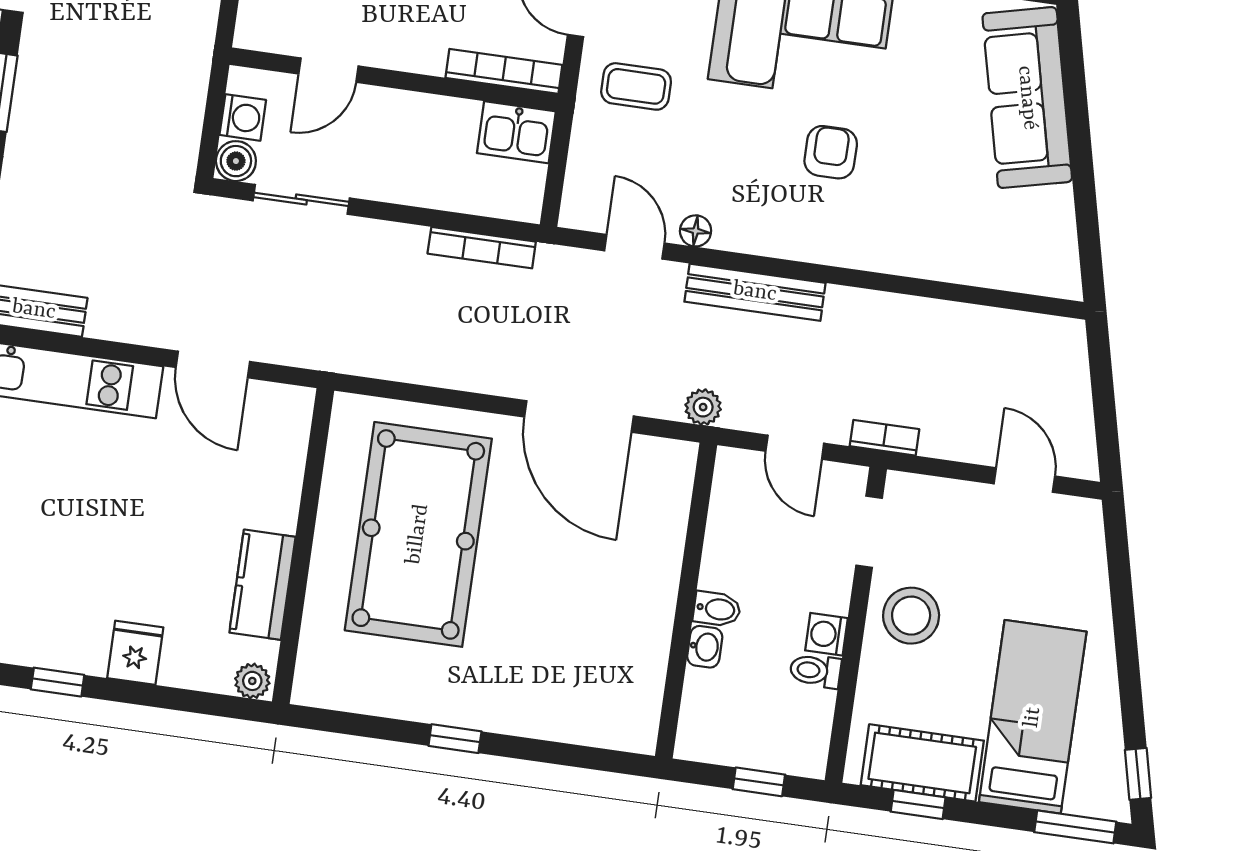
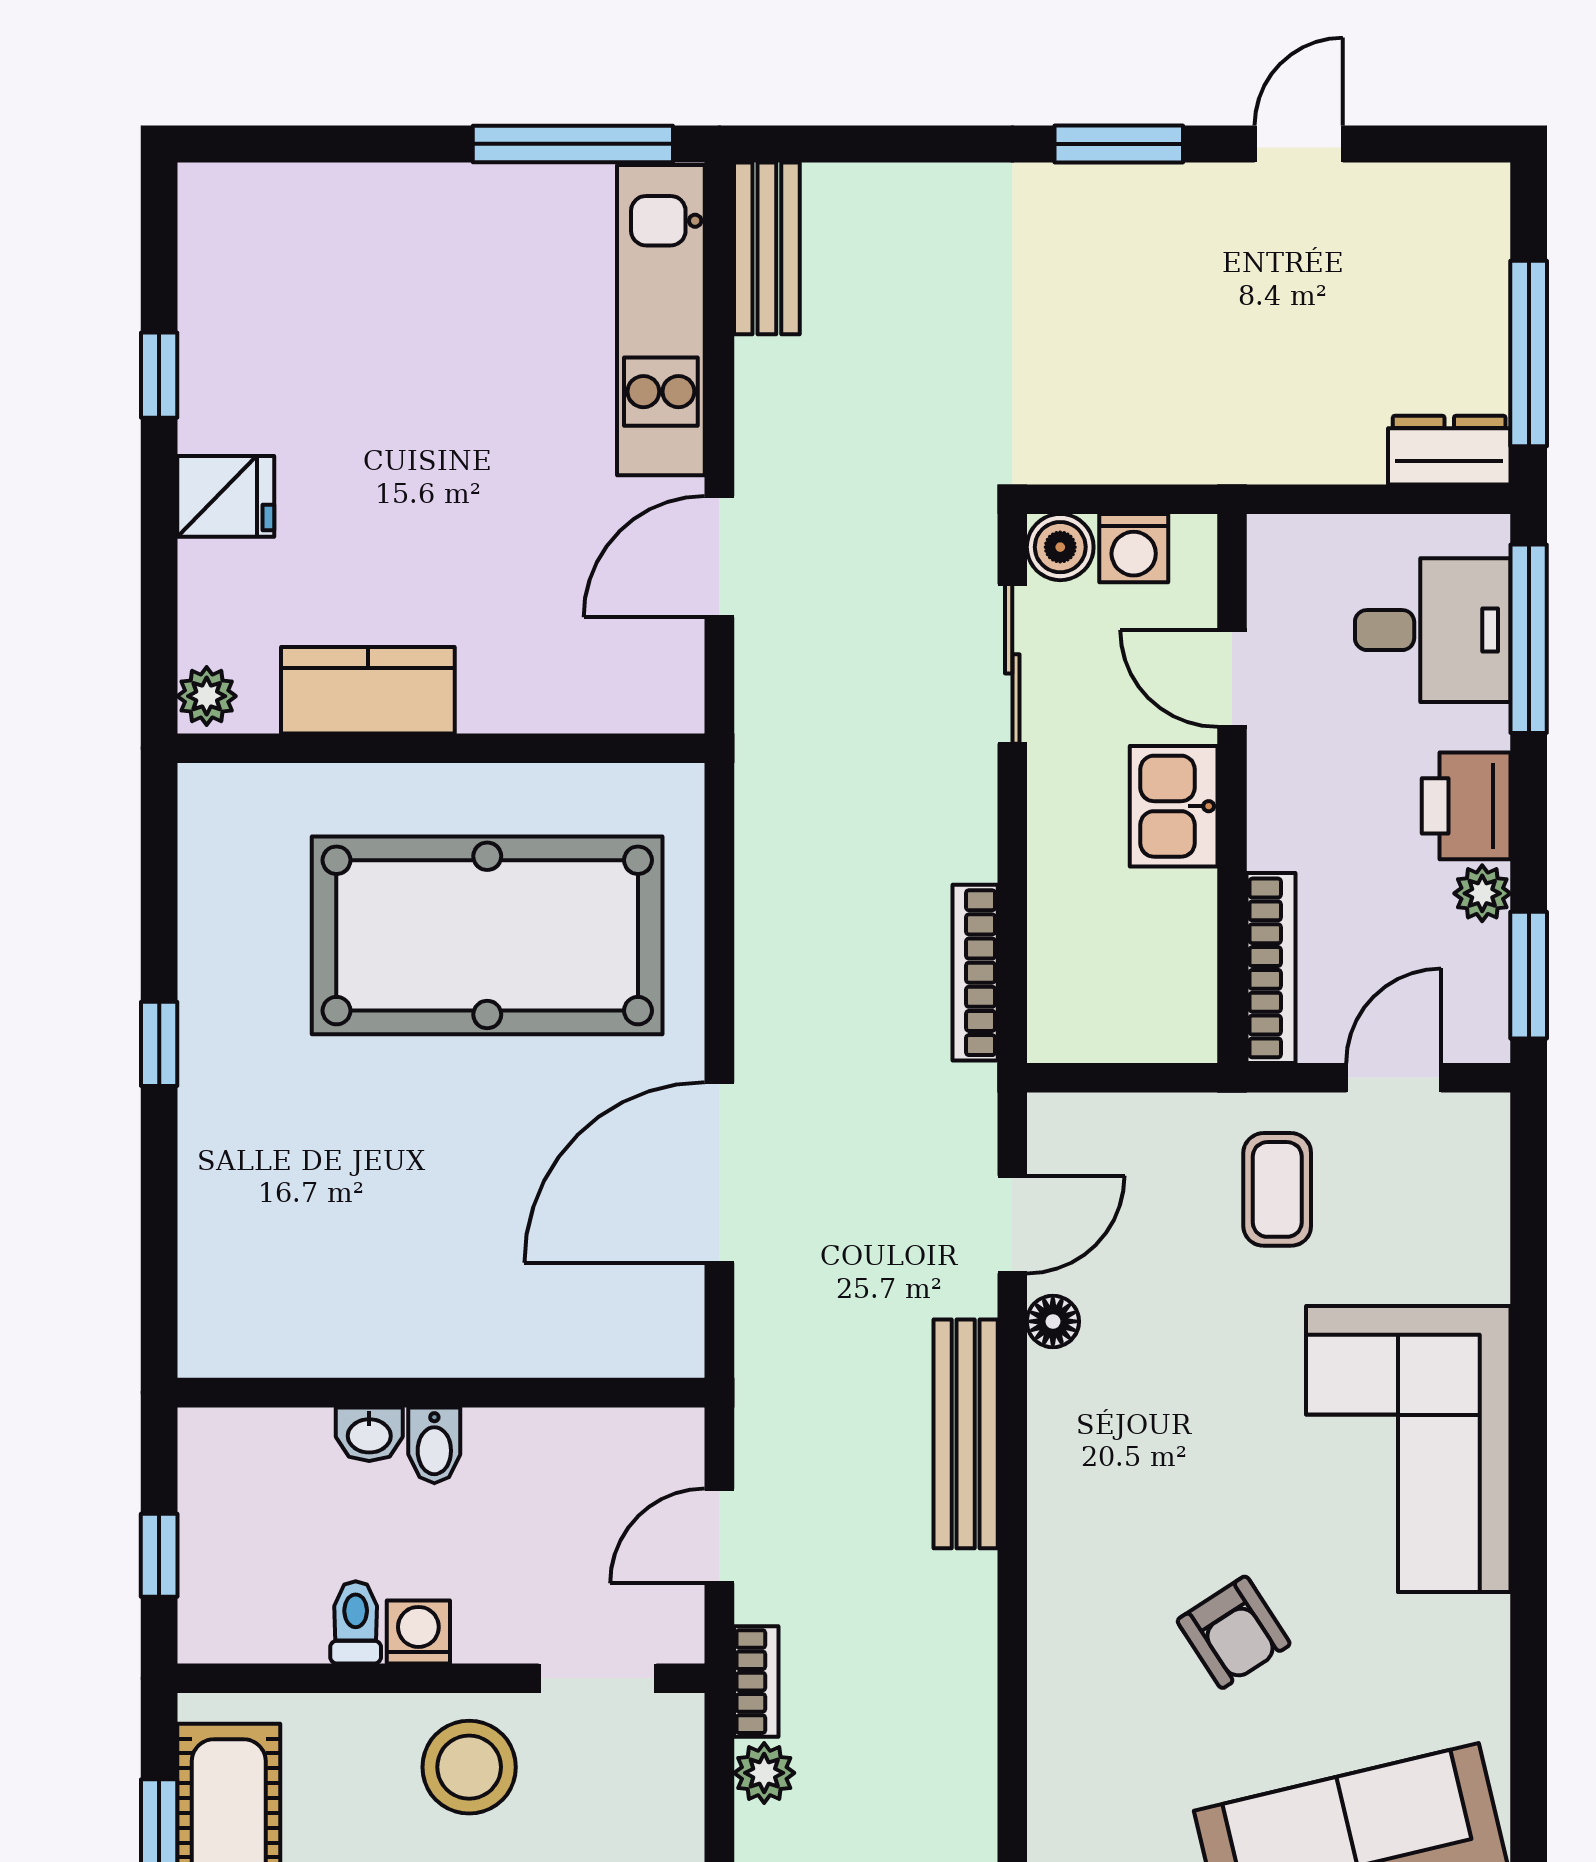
kitchen sink: (516, 132) -> (1174, 806), moved
armchair: (831, 152) -> (1234, 1632), moved, turned 57
plant: (703, 407) -> (764, 1773), moved

